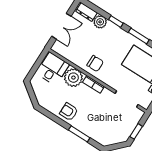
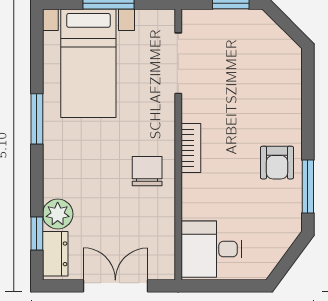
window: (116, 21) -> (37, 234), moved
plant: (73, 78) -> (203, 197), removed
window: (79, 134) -> (308, 187), moved

